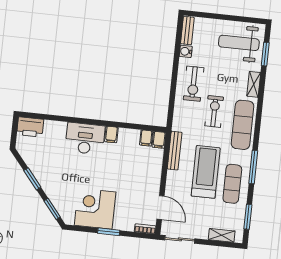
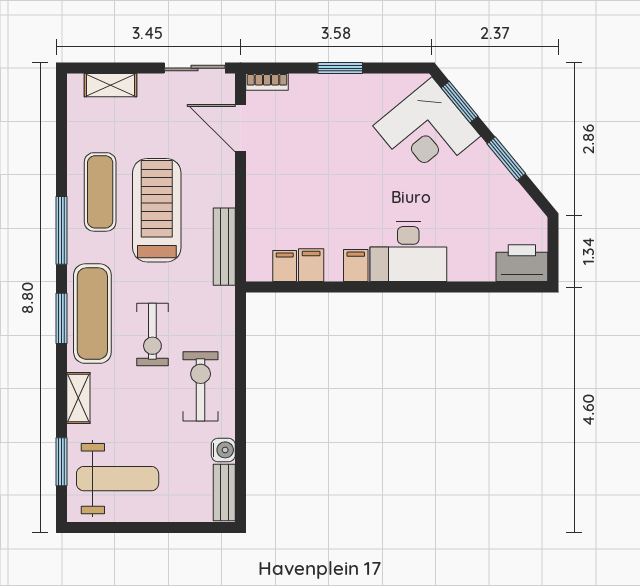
filing cabinet: (159, 140) -> (311, 265), moved
treadmill: (206, 172) -> (157, 210), turned 180
corner desk: (95, 209) -> (427, 131), moved, turned 51
window: (248, 217) -> (62, 318), moved

